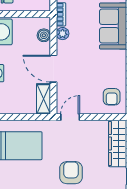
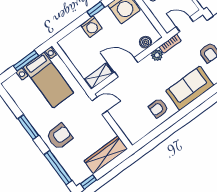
door: (53, 69) -> (126, 67), hinge flipped
armchair: (112, 97) -> (158, 108), moved

